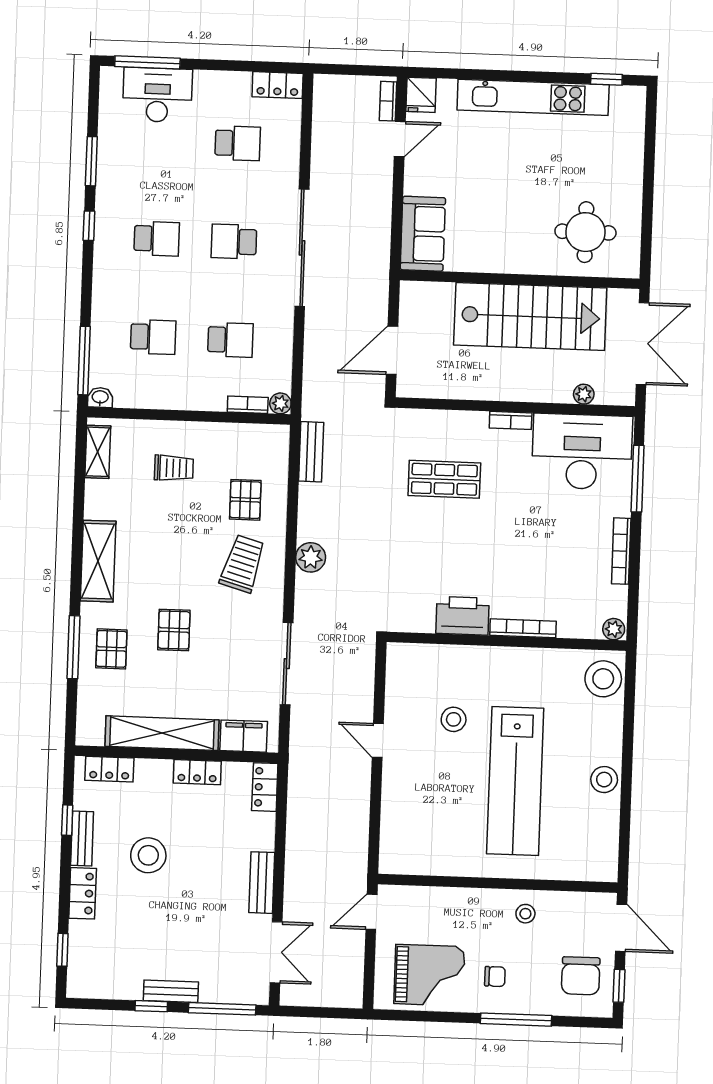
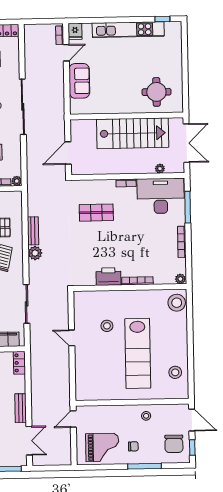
sofa: (423, 234) -> (79, 81), moved
bench: (311, 452) -> (33, 231), moved
stool: (604, 780) -> (175, 372), moved

